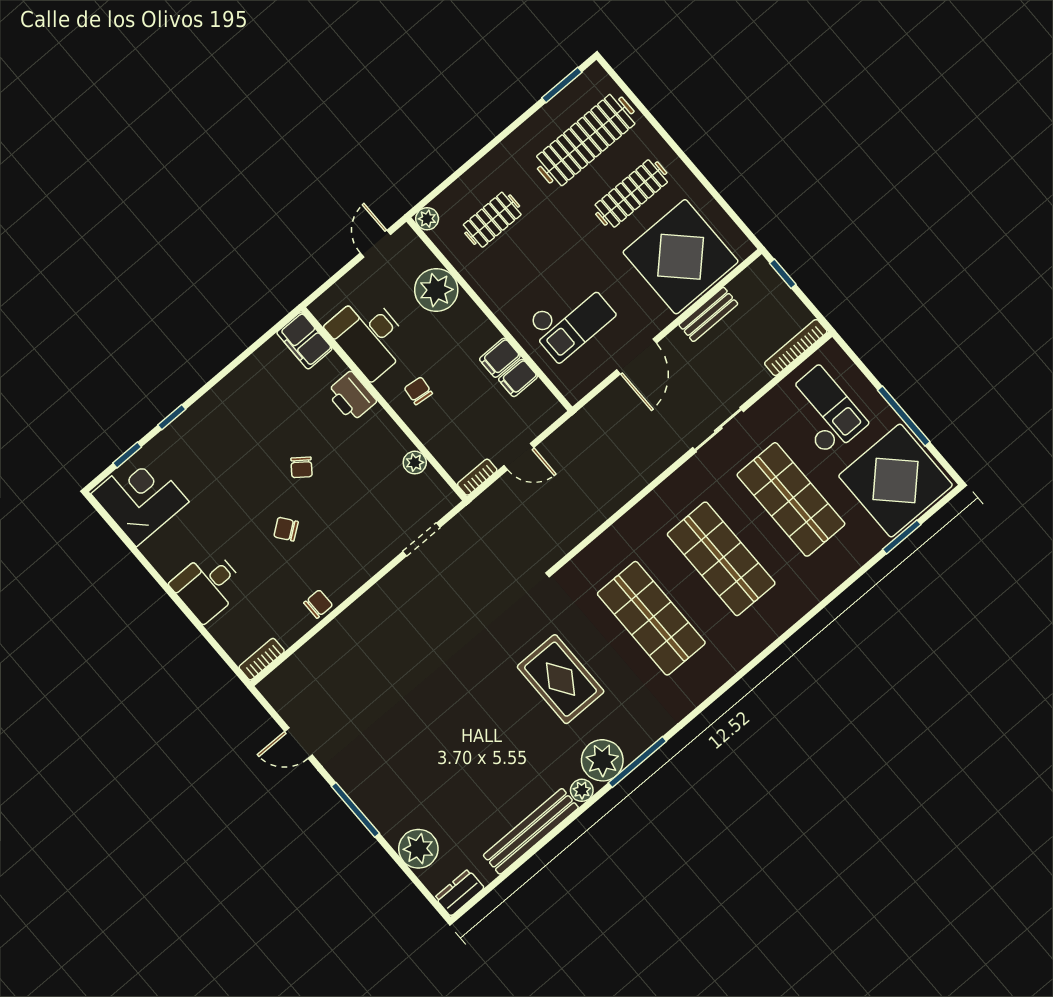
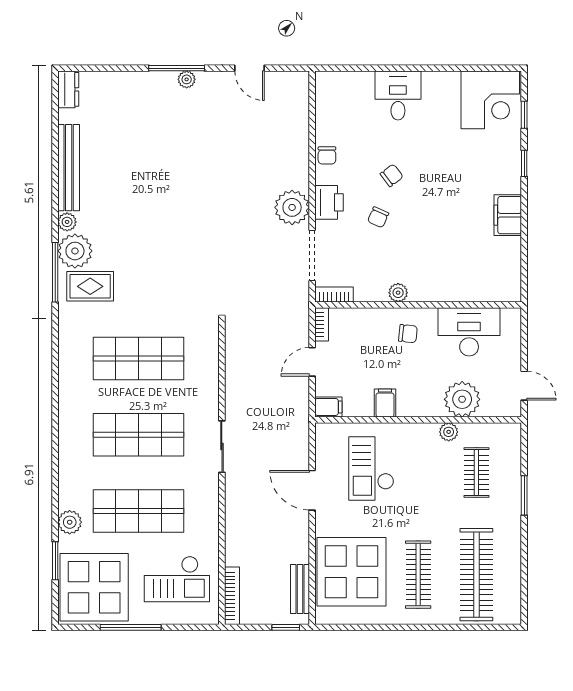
window: (562, 85) -> (524, 495), moved
plant: (427, 219) -> (449, 432), moved
bench: (708, 314) -> (300, 589), moved
filing cabinet: (304, 341) -> (508, 215), moved, turned -90
filing cabinet: (518, 378) -> (328, 407), moved, turned 90
printer: (351, 397) -> (329, 202), moved, turned 90
sliding door: (718, 430) -> (222, 447), moved
plant: (415, 463) -> (398, 293), moved
chair: (301, 467) -> (378, 217), moved, turned -103
doorway: (421, 540) -> (312, 255), width x1.38
plant: (855, 554) -> (70, 522), added
plant: (393, 595) -> (292, 207), added
bookcase: (262, 659) -> (334, 294), moved, turned -90
rug: (561, 679) -> (90, 286), moved, width x0.73, depth x0.70
door: (298, 743) -> (250, 68), swing flipped
plant: (418, 849) -> (187, 79), moved, width x0.53, depth x0.53

